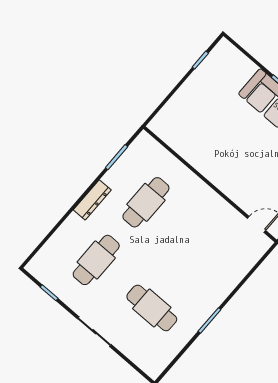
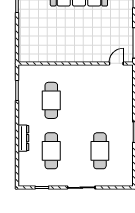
dresser: (92, 200) -> (23, 138), moved
cafe table: (152, 308) -> (100, 151), turned 90

